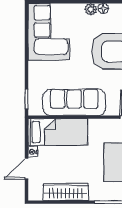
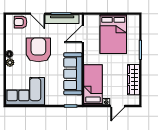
door: (26, 169) -> (118, 106), hinge flipped

